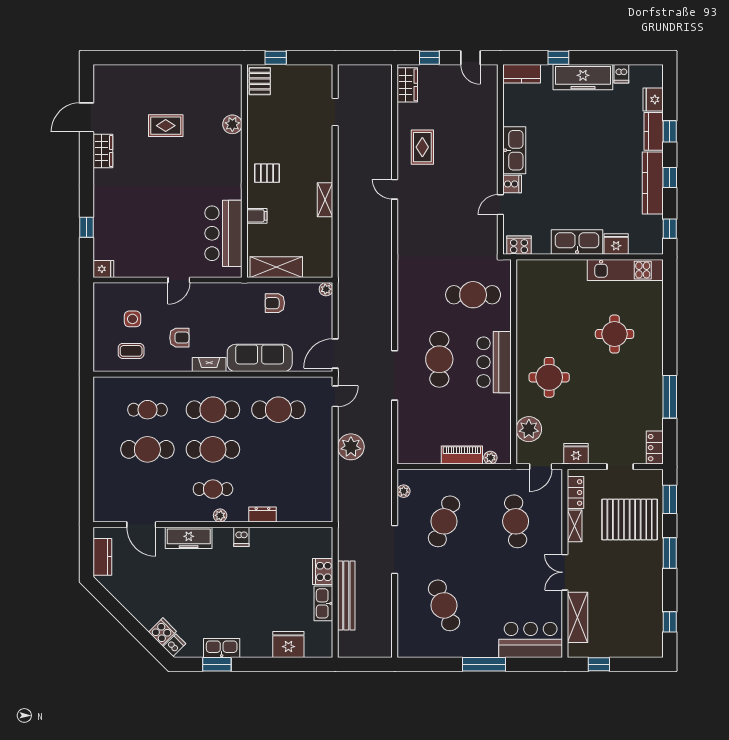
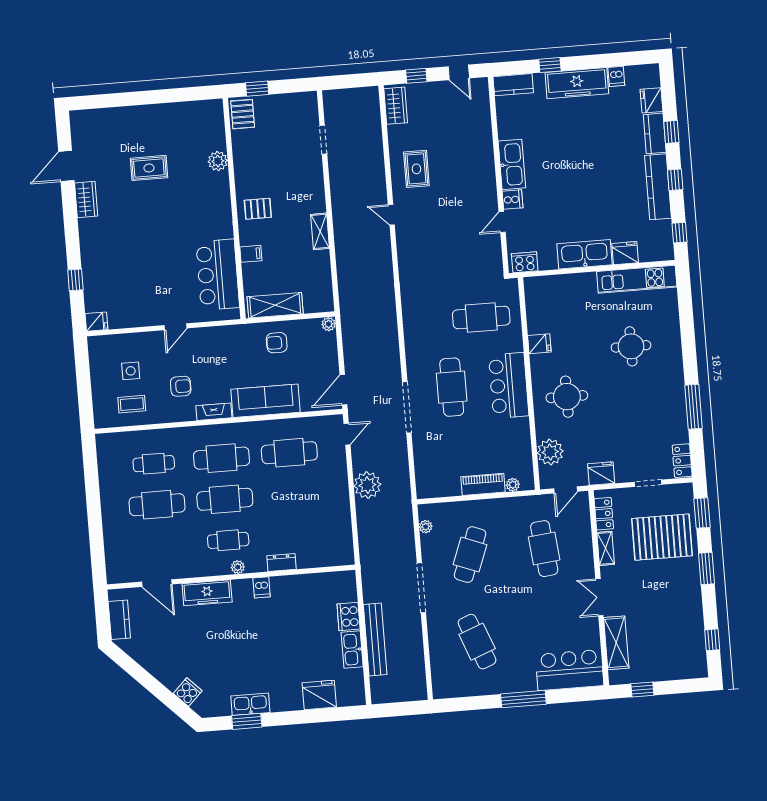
fridge: (527, 325) -> (539, 344), added
dishwasher: (174, 645) -> (201, 705), removed

